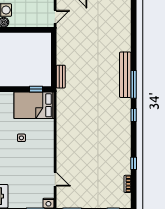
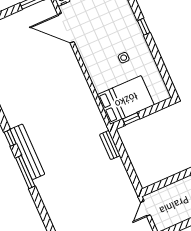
bench: (125, 75) -> (27, 152), moved
door: (55, 179) -> (66, 28), width x1.88

